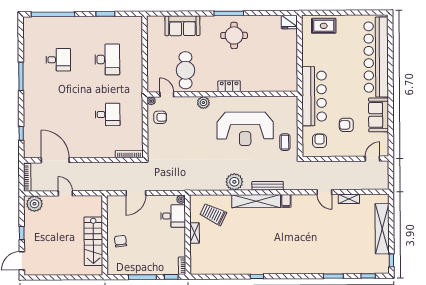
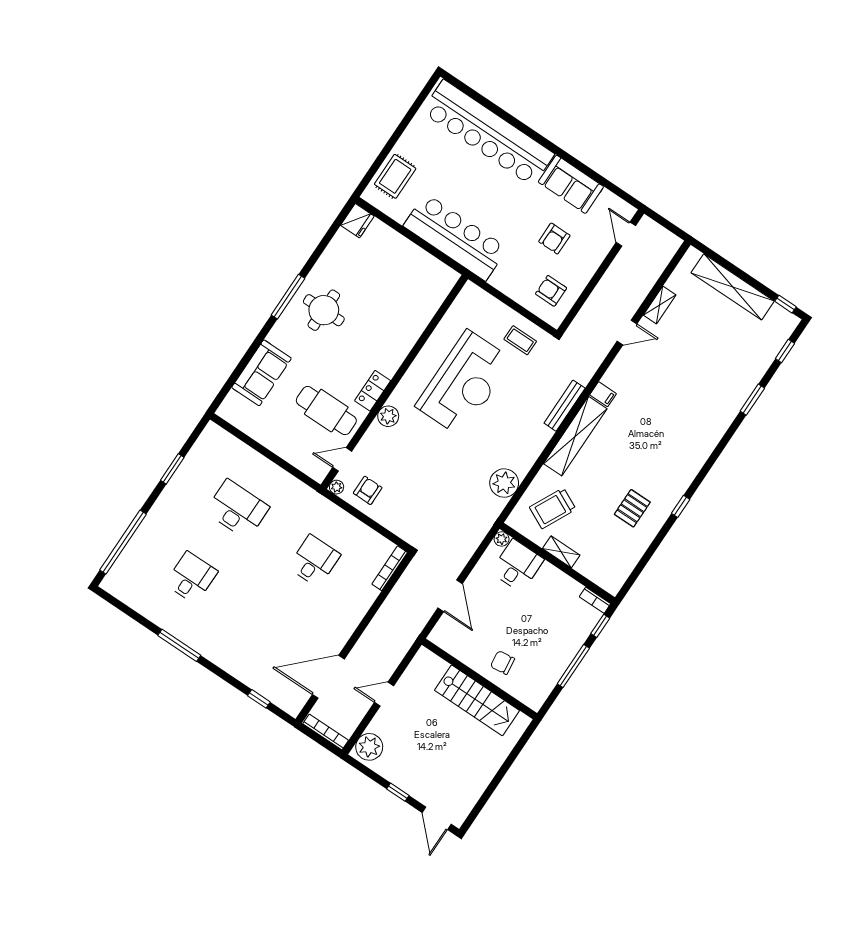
locker: (229, 86) -> (373, 391), moved
bar counter: (314, 96) -> (455, 237), moved
plant: (234, 182) -> (504, 483), moved
pallet: (240, 253) -> (632, 508), added

